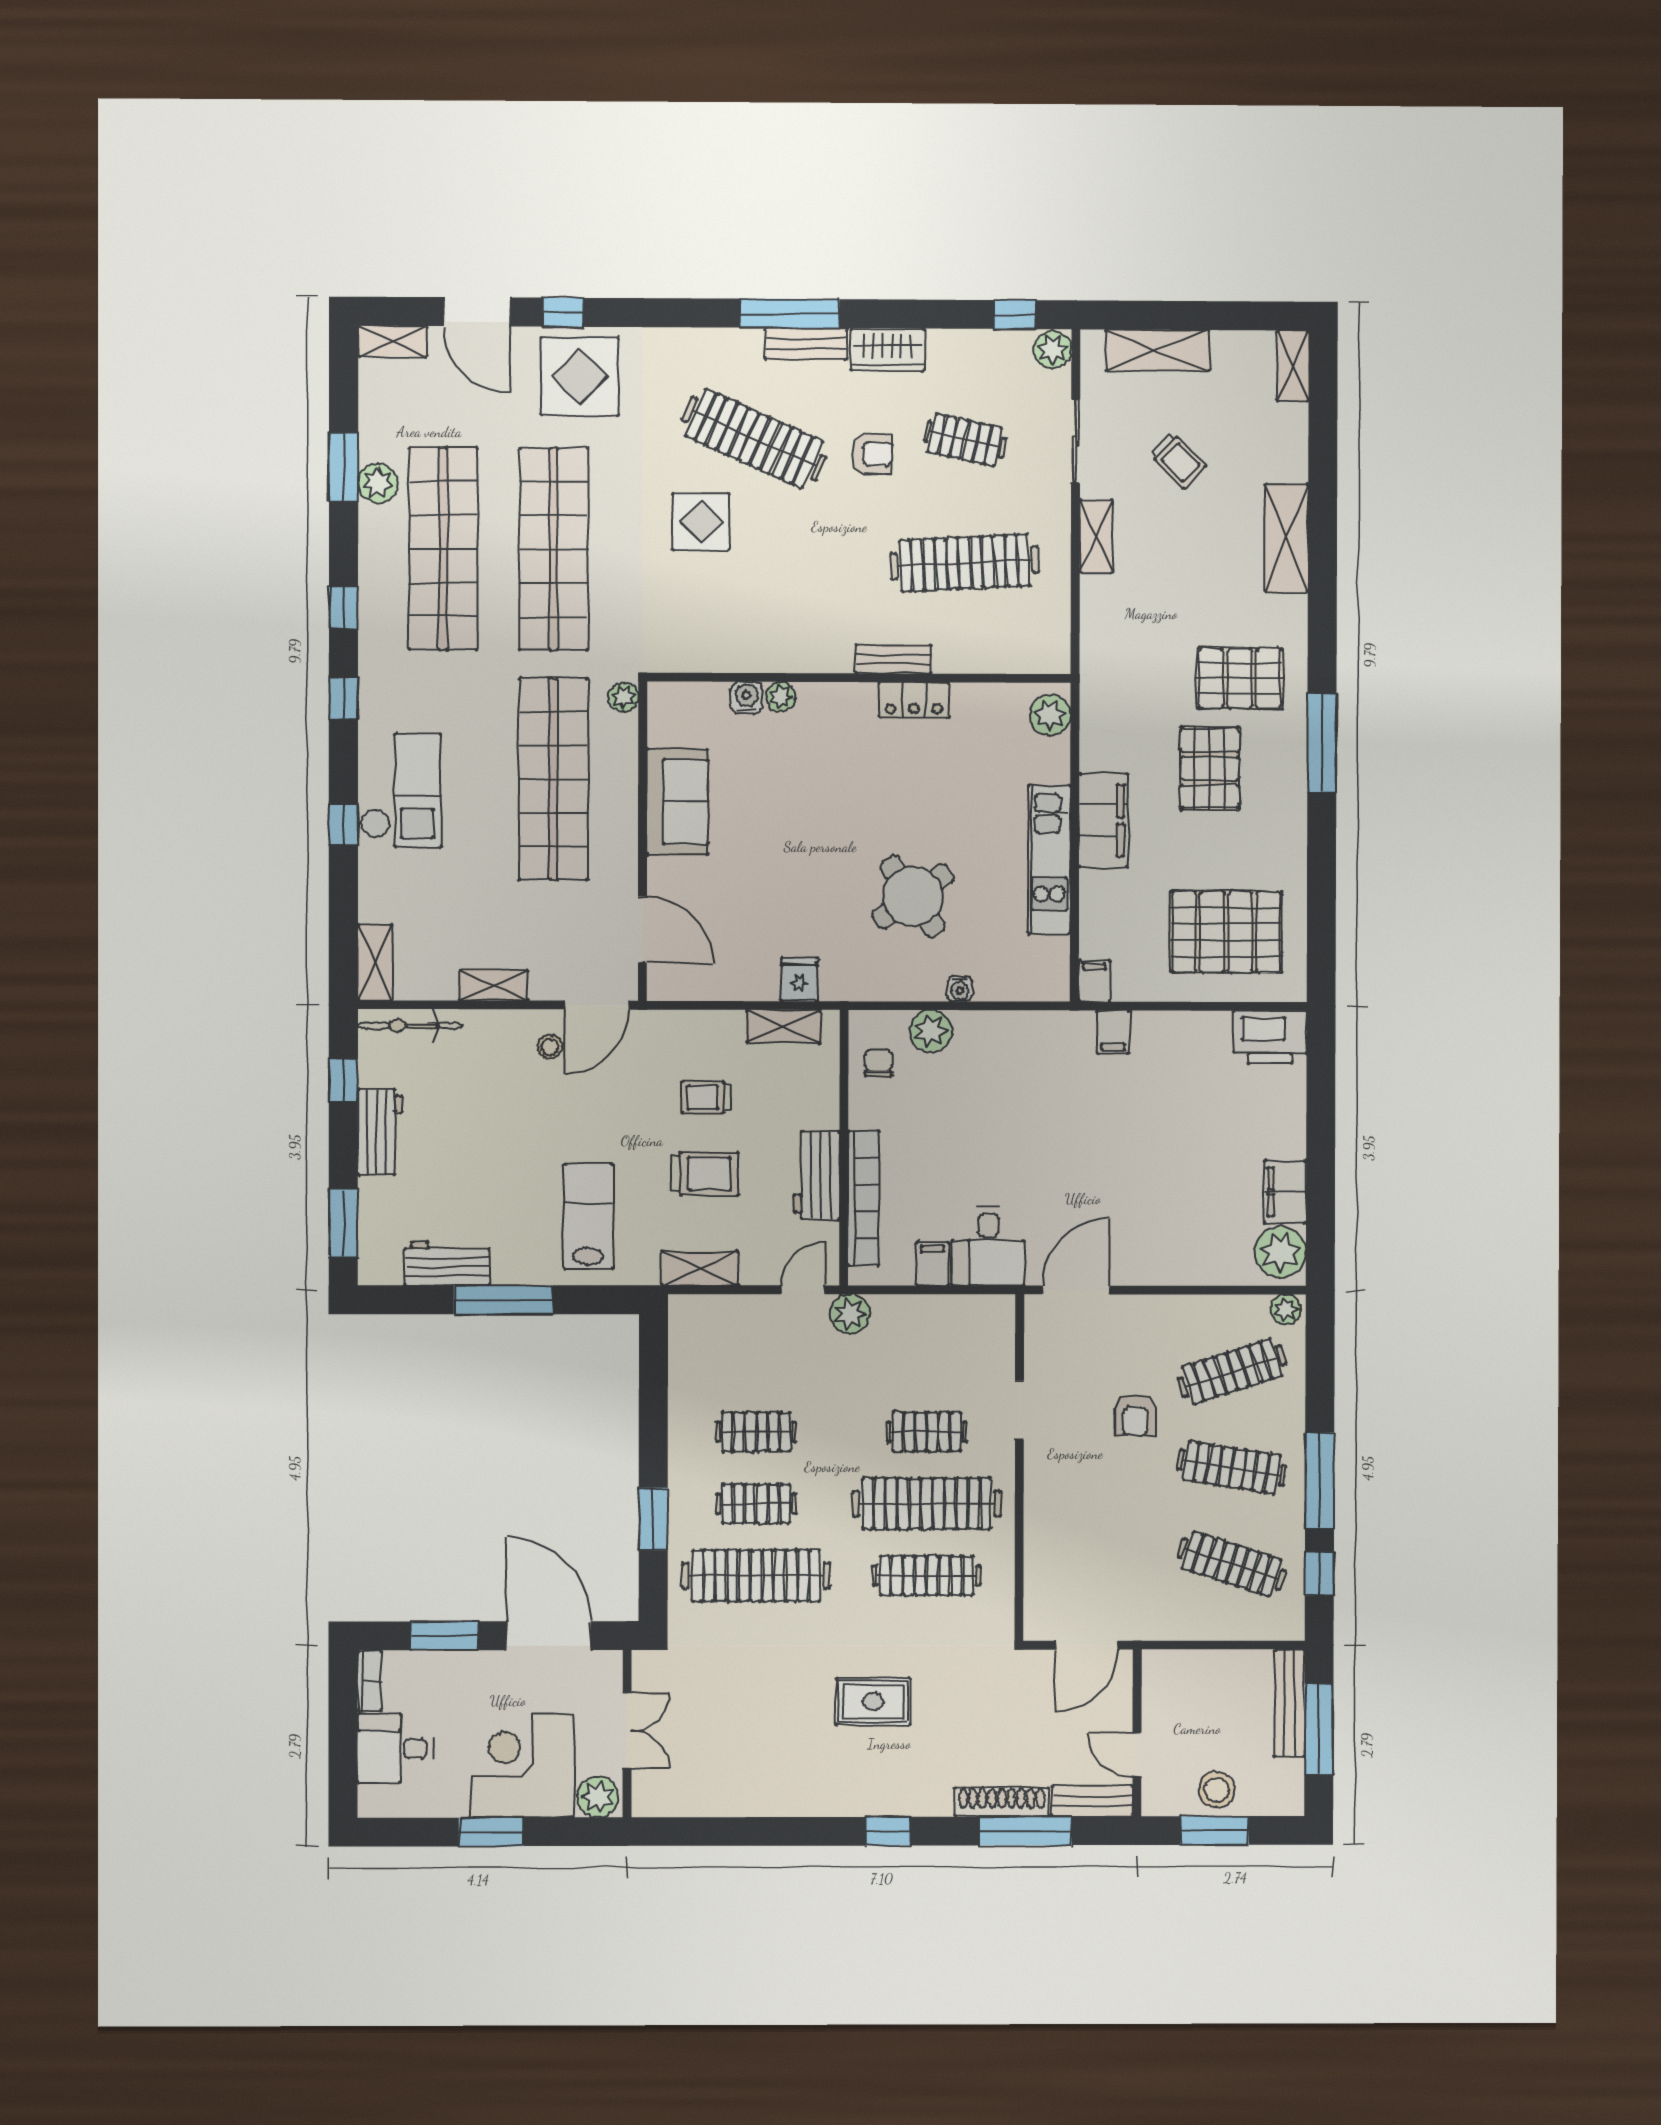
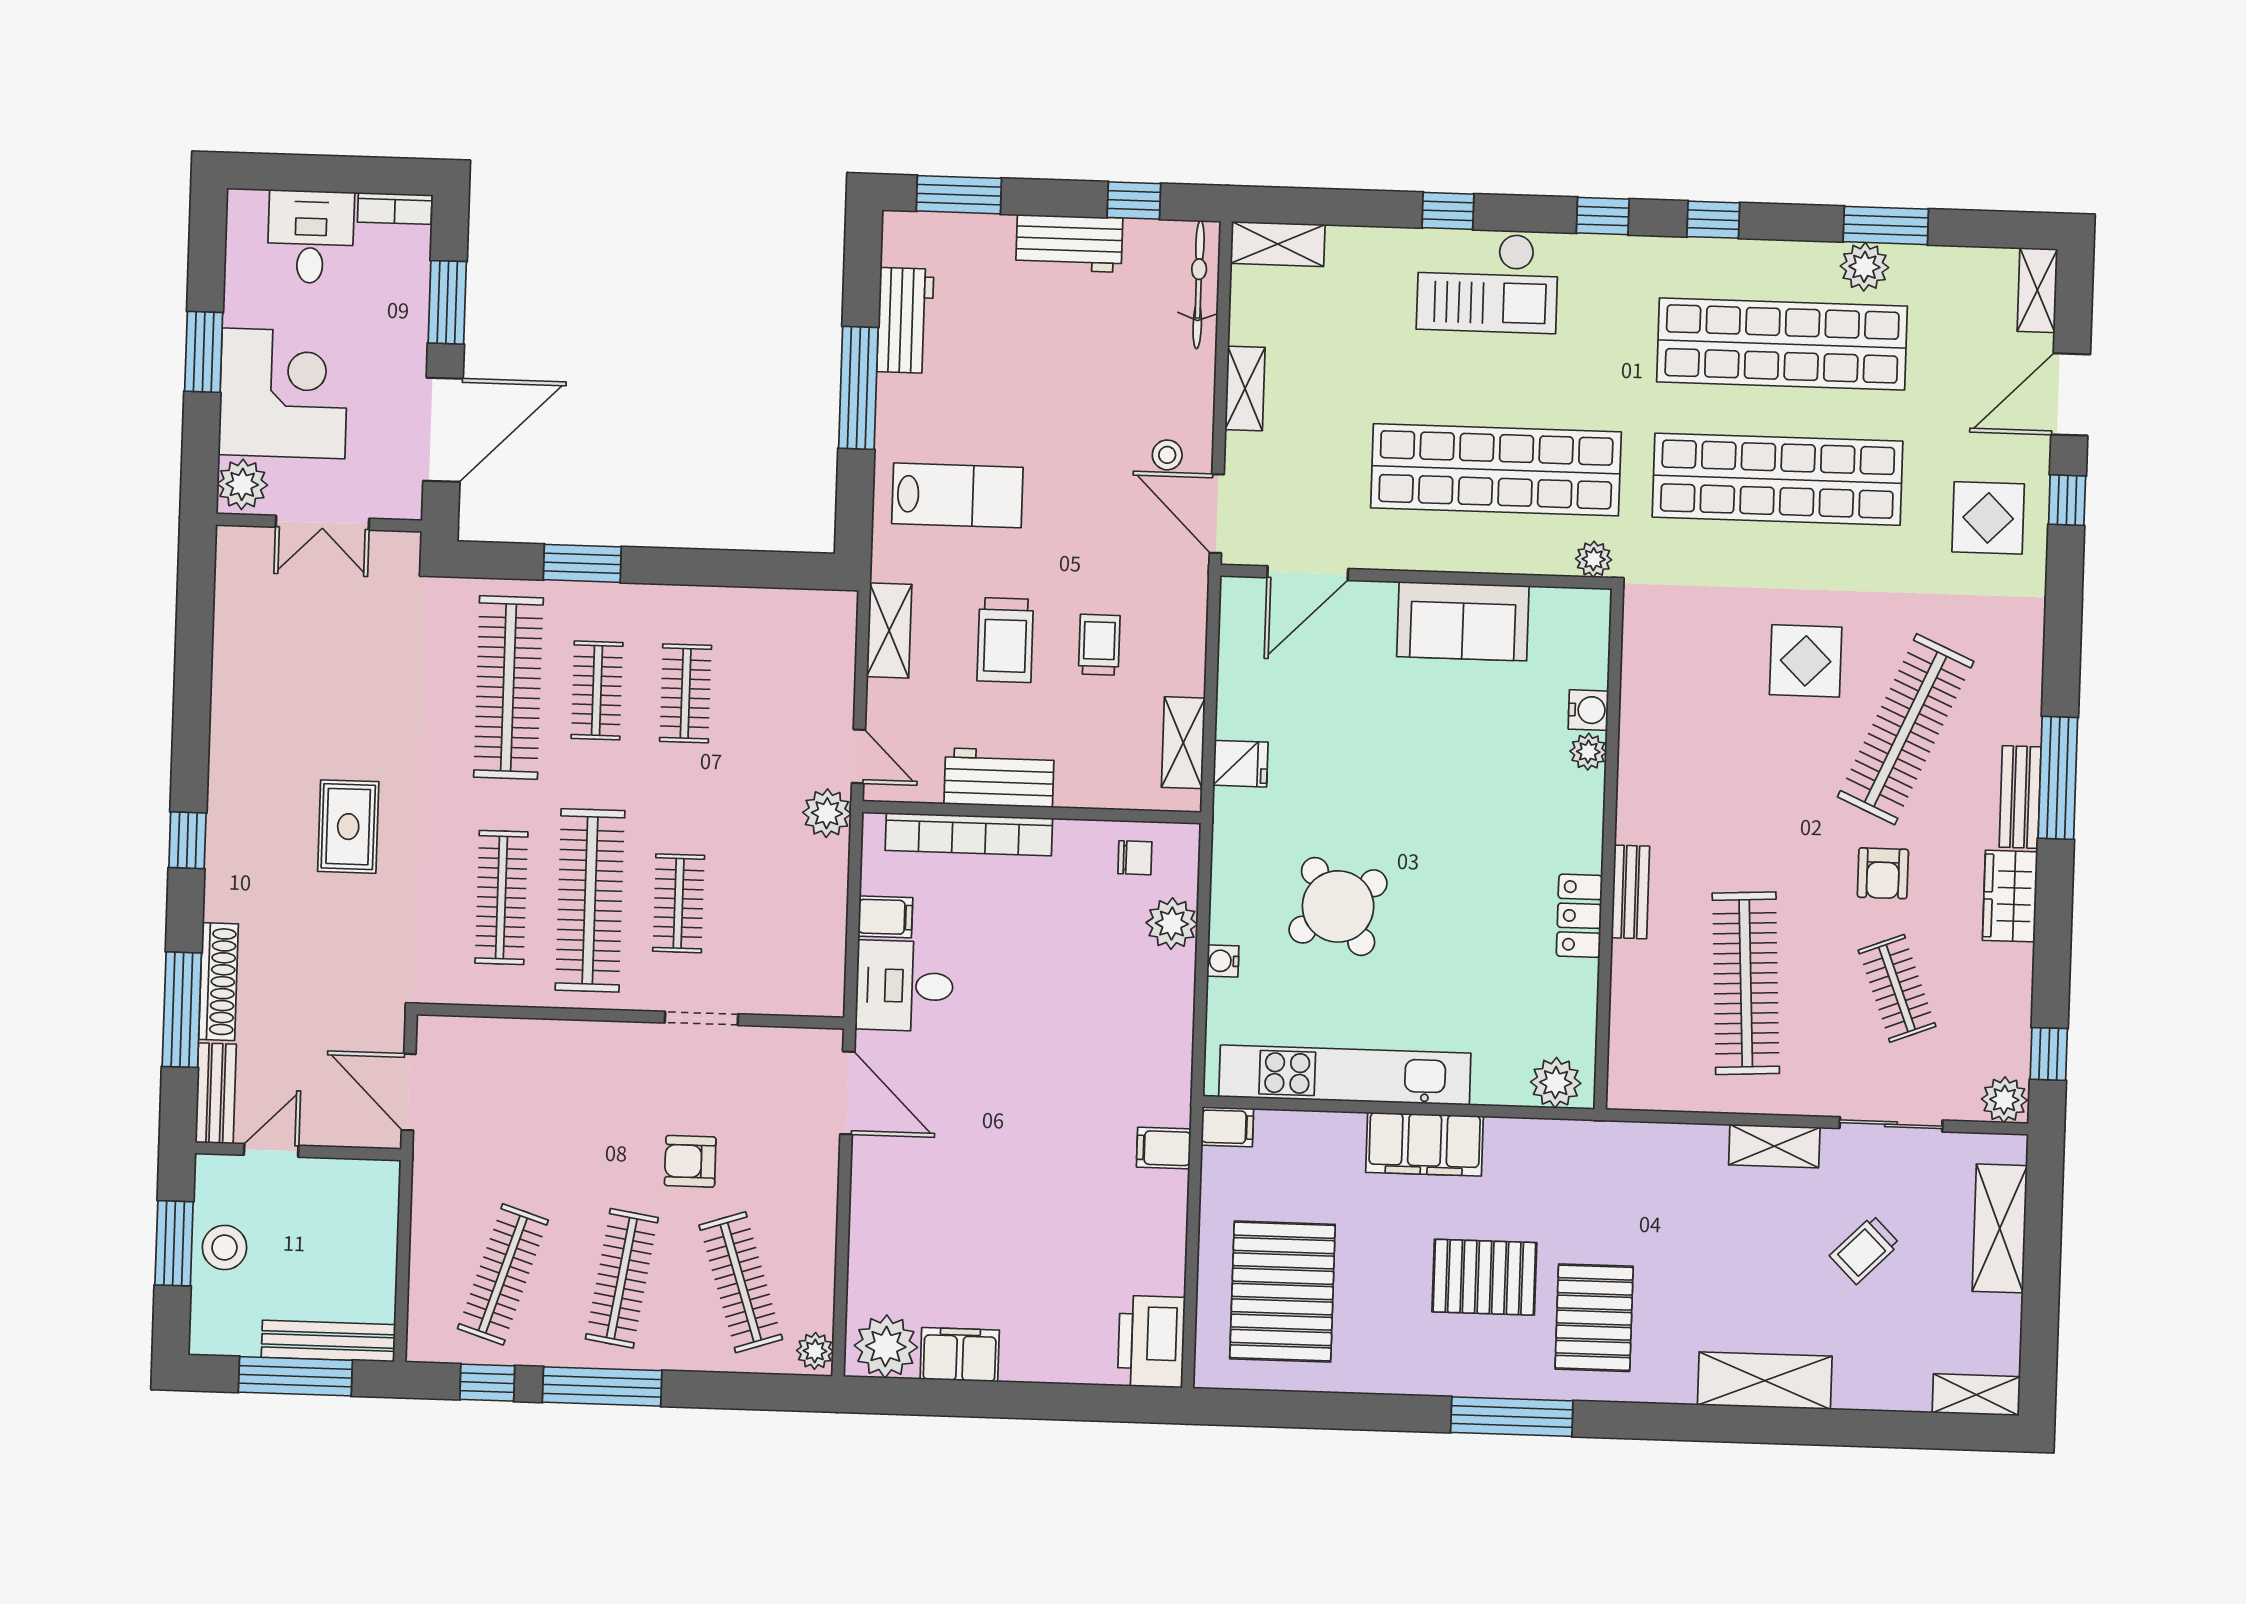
display table: (580, 376) -> (1988, 518), width x0.73, depth x0.73
clothes rail: (965, 440) -> (1897, 988), turned -33
kitchen unit: (1049, 860) -> (1345, 1075), width x1.36

